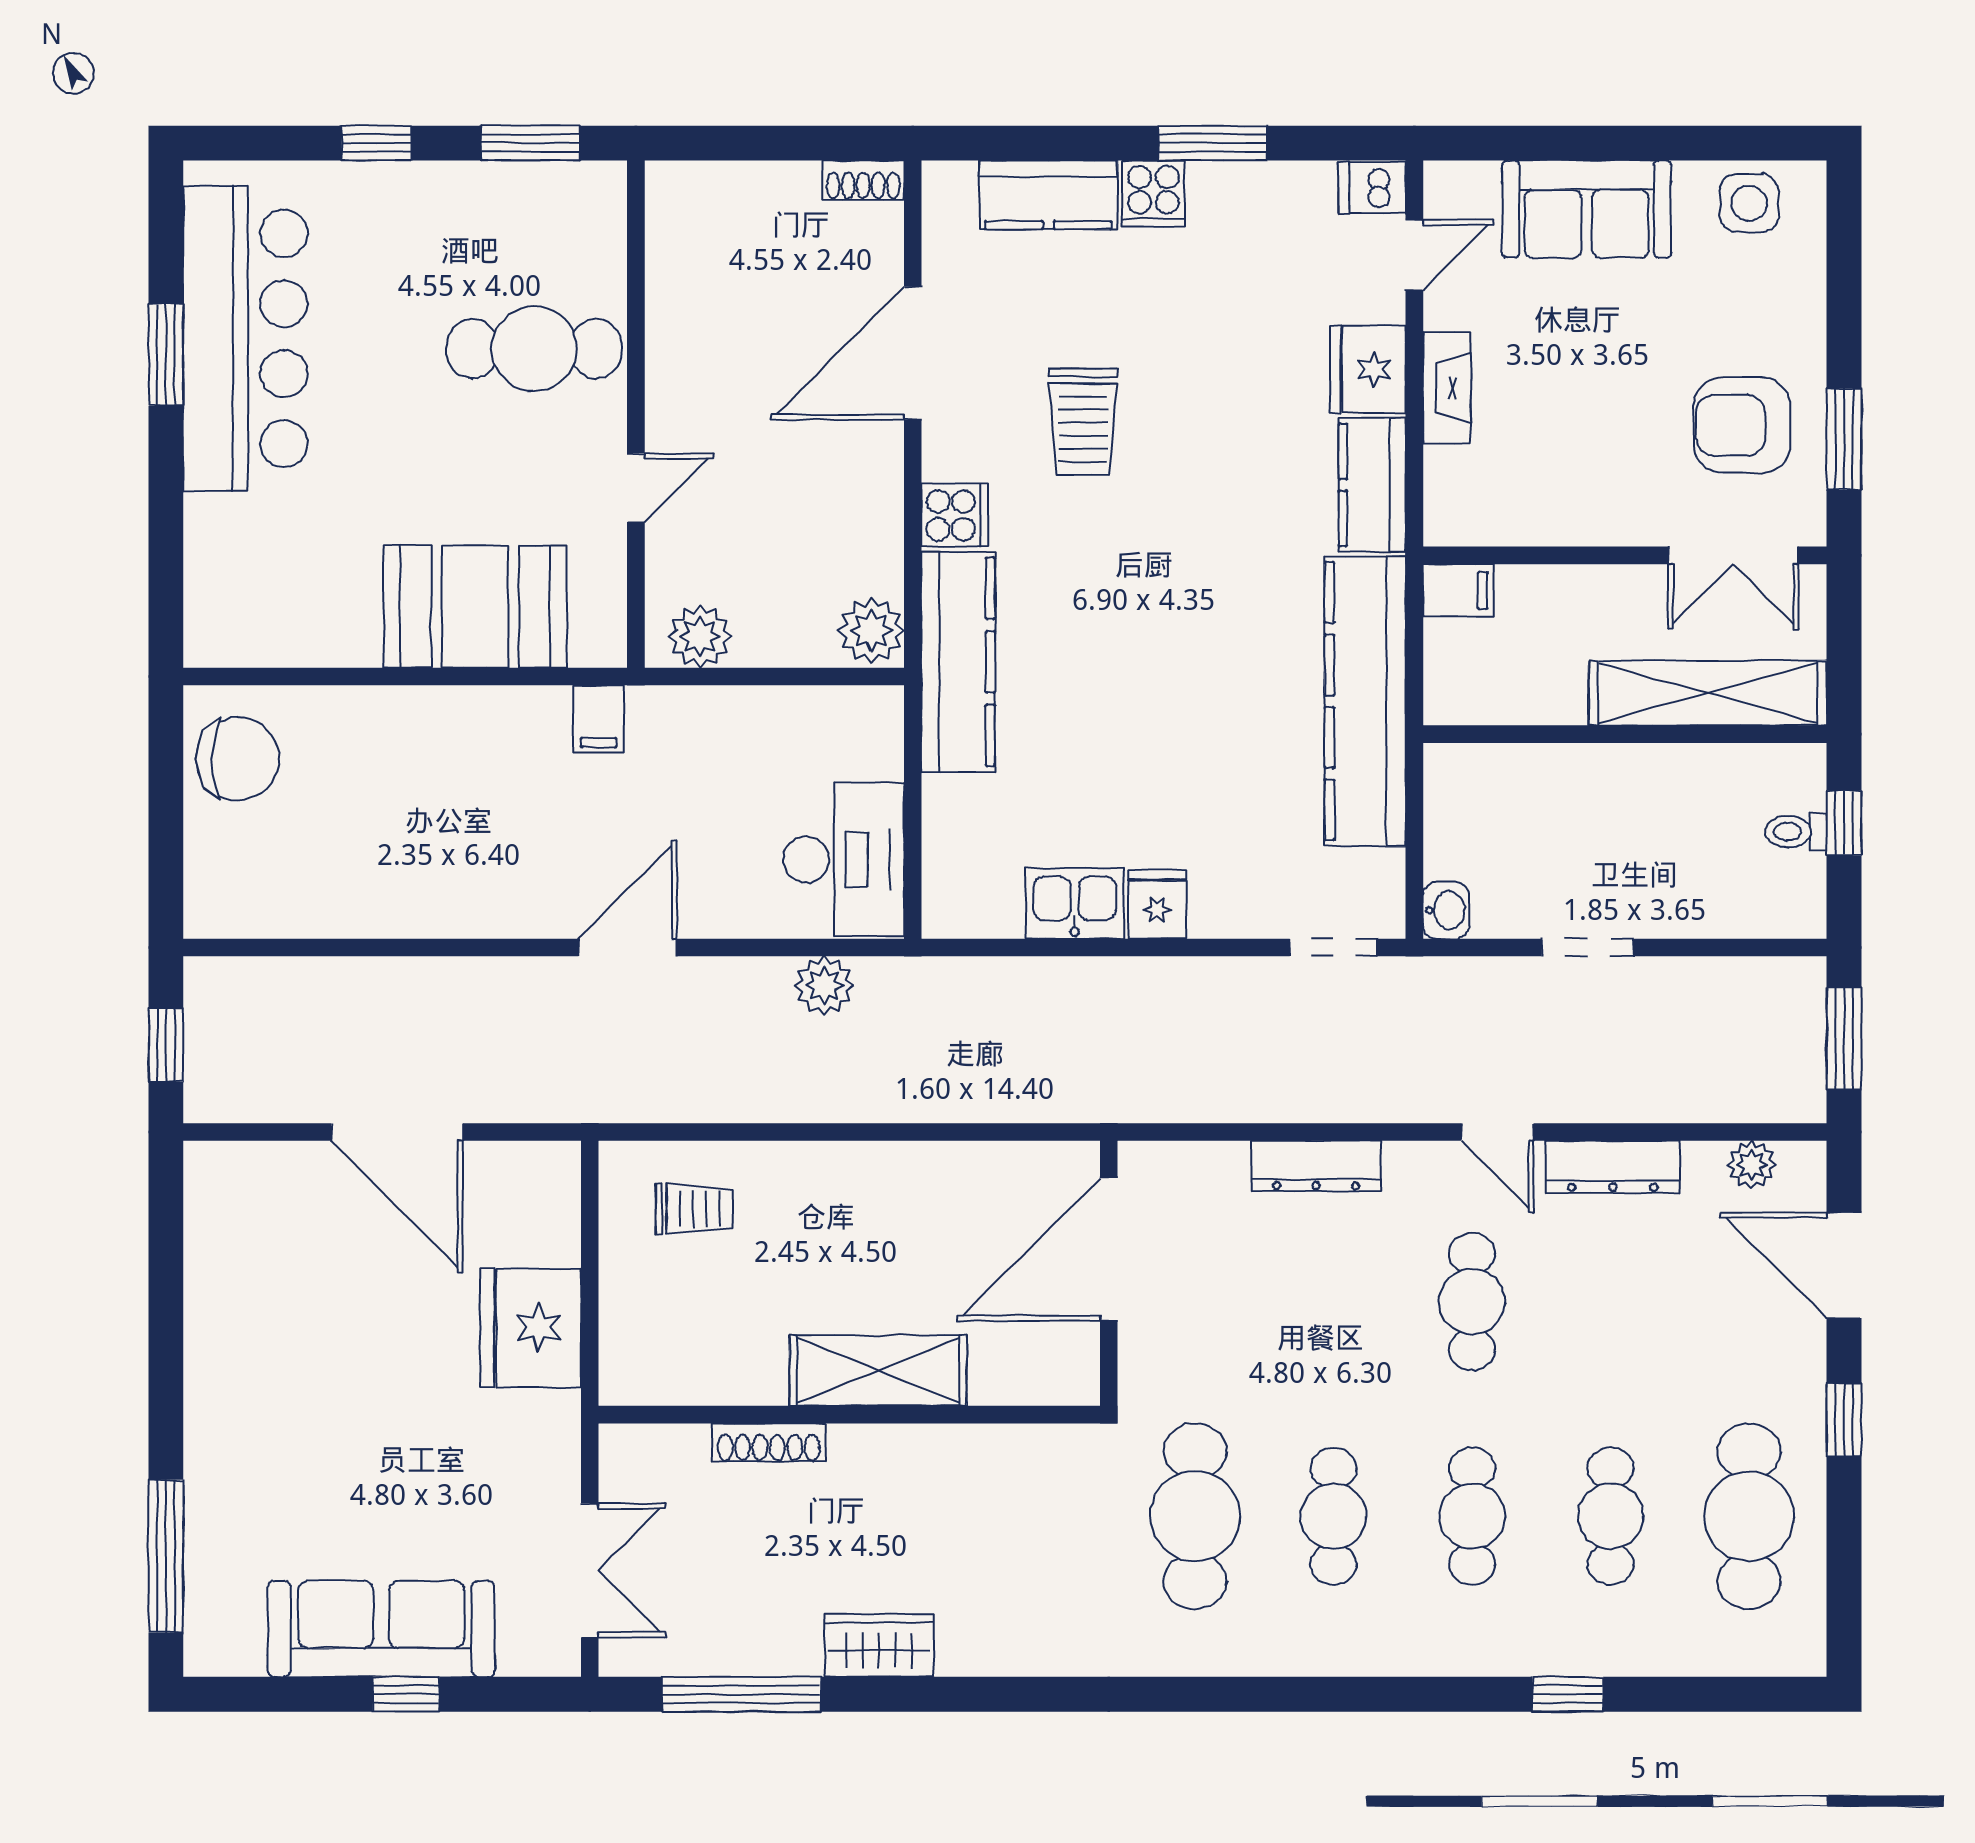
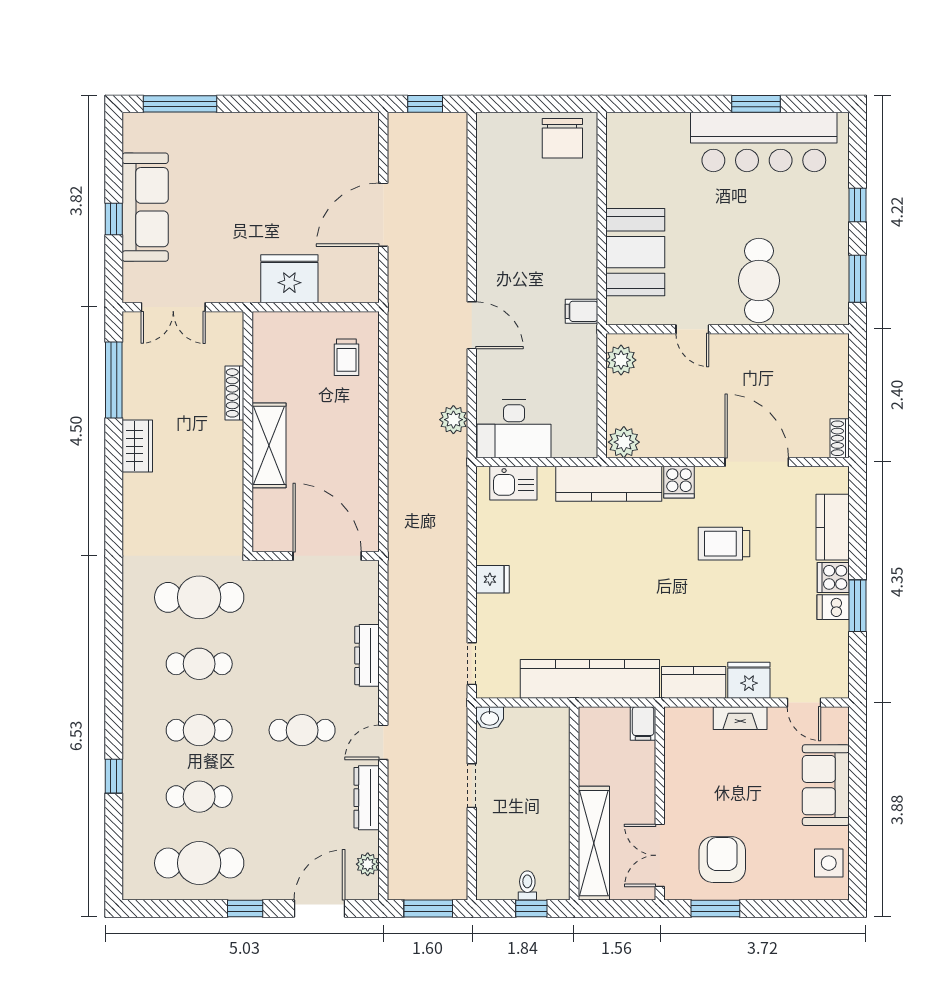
dishwasher: (1372, 188) -> (833, 607), moved, turned -90
kitchen sink: (1075, 903) -> (513, 483), moved, turned 90

